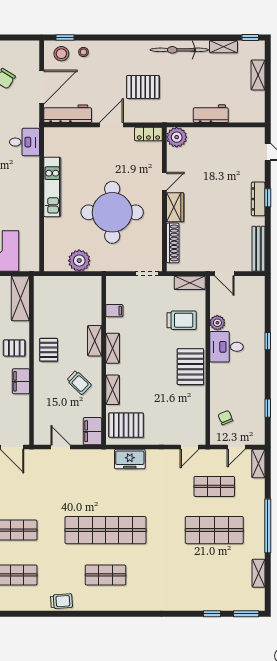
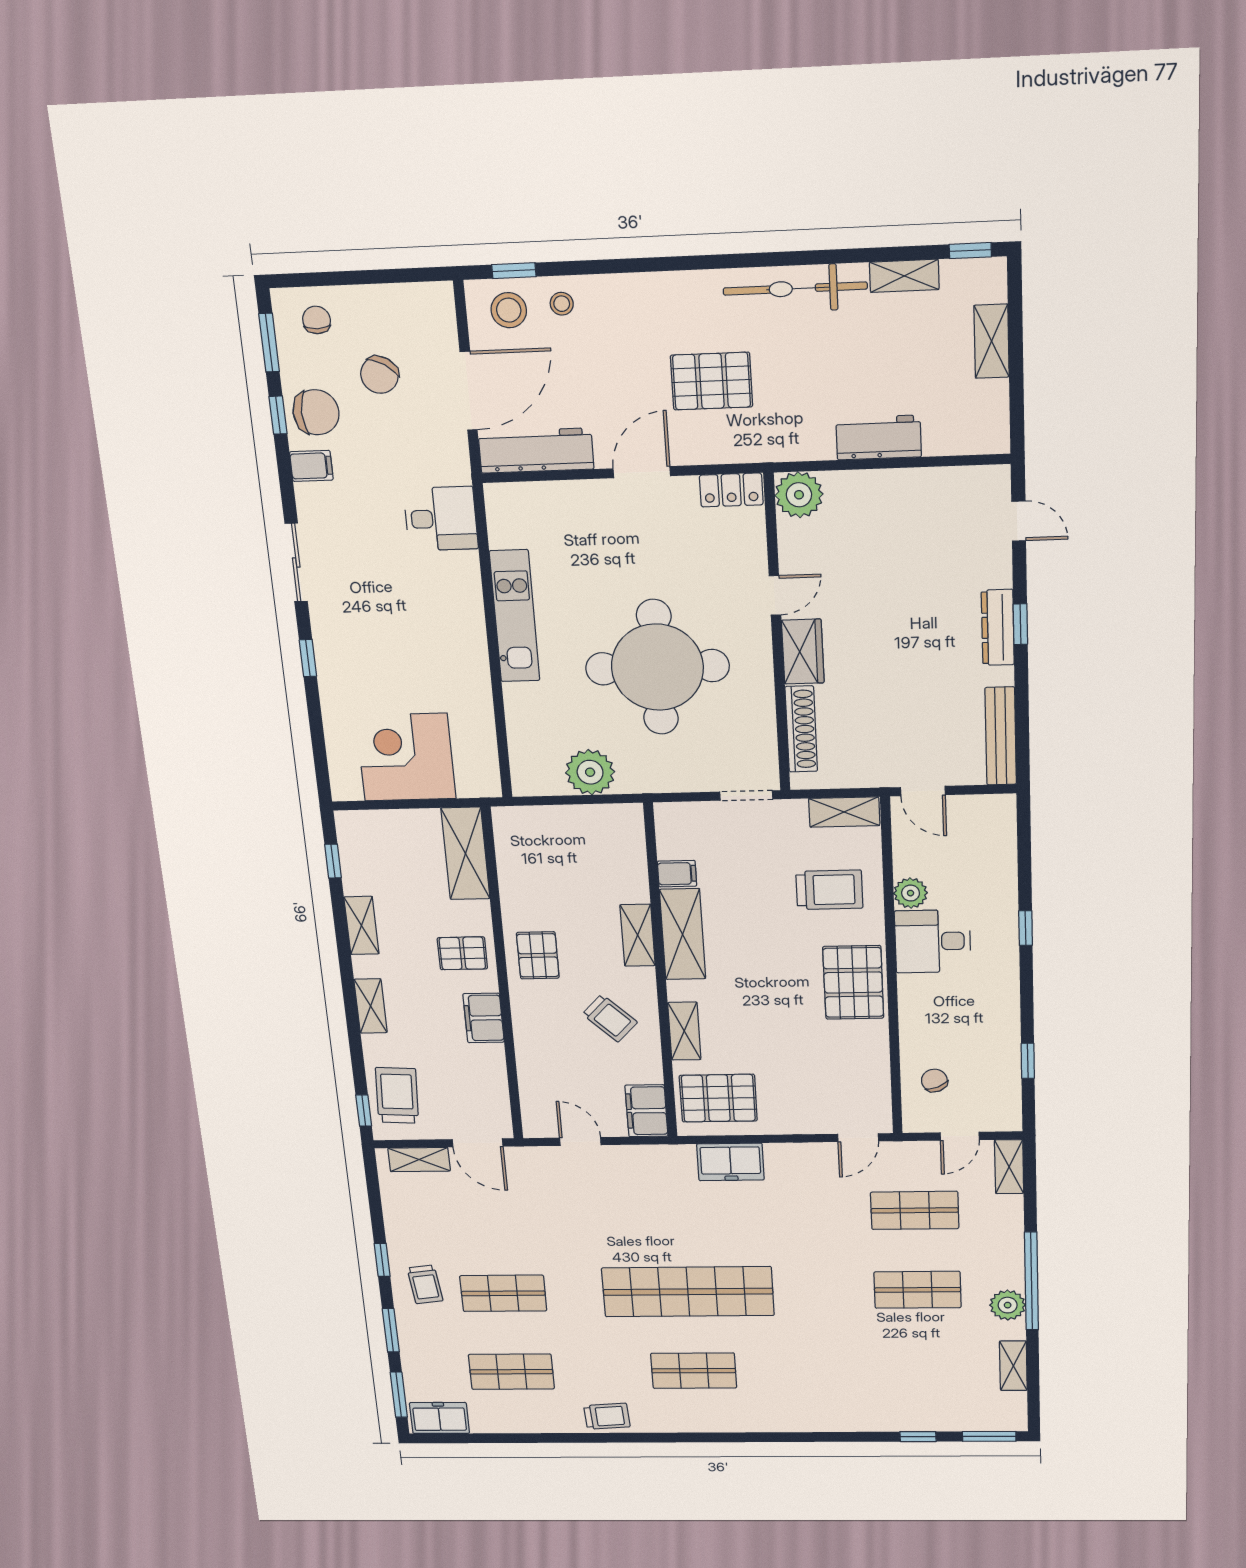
shelving: (113, 348) -> (683, 934), width x1.50, depth x1.33
shop shelf: (214, 530) -> (917, 1290), width x0.70, depth x0.74
plant: (256, 539) -> (1008, 1305), added

